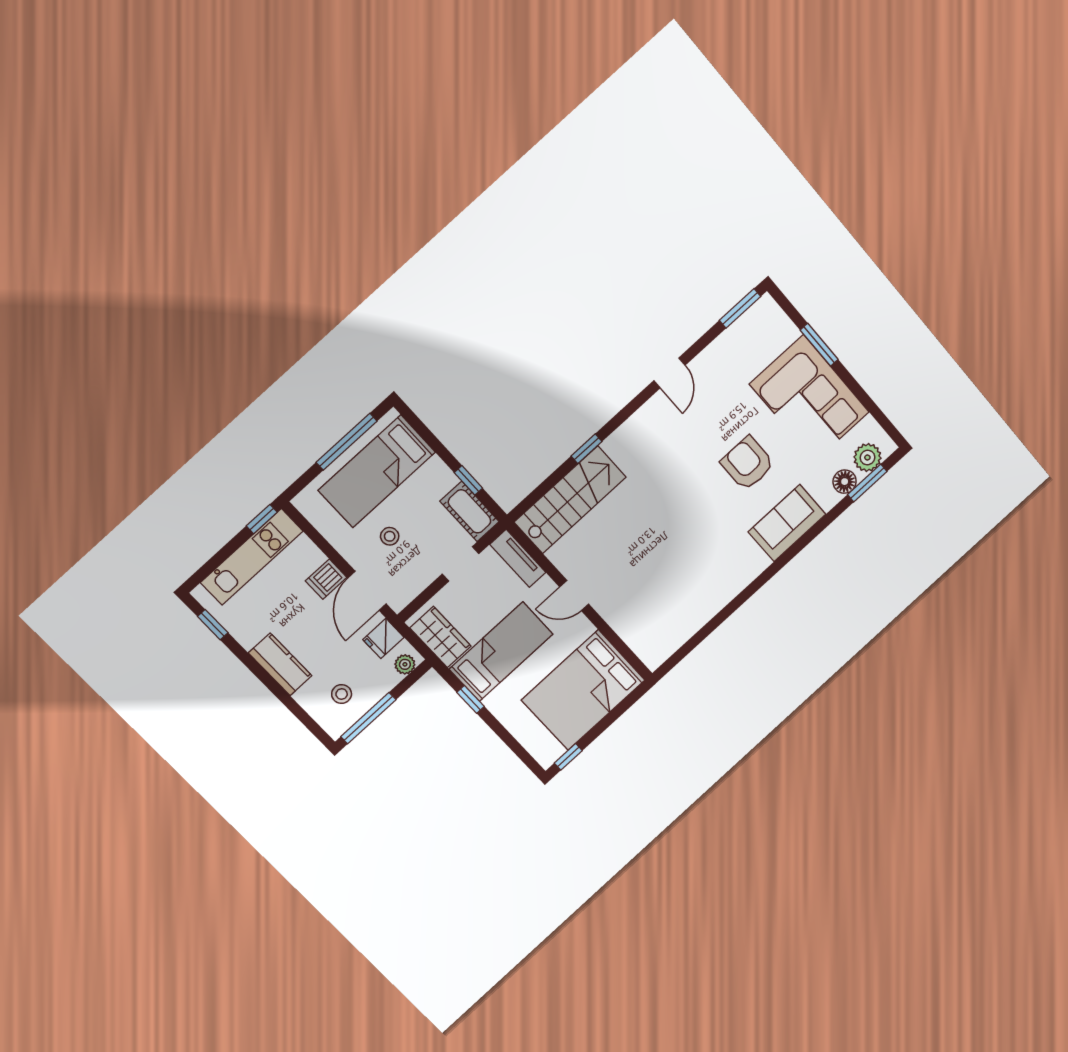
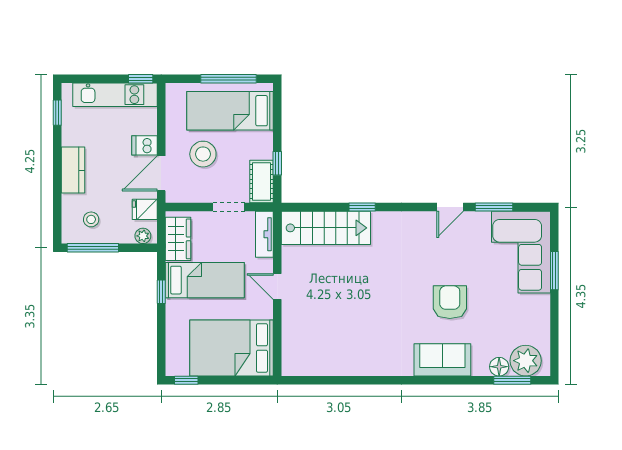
window: (740, 308) -> (494, 207), moved
corner sofa: (809, 398) -> (521, 252), moved
plant: (867, 458) -> (526, 361), width x1.36, depth x1.36
stool: (390, 536) -> (203, 154), width x1.89, depth x1.89

